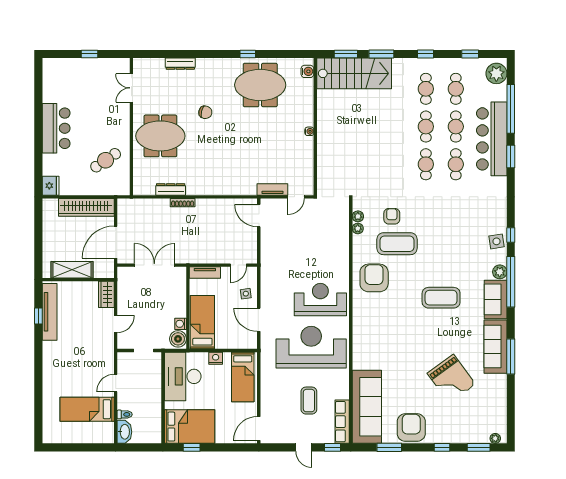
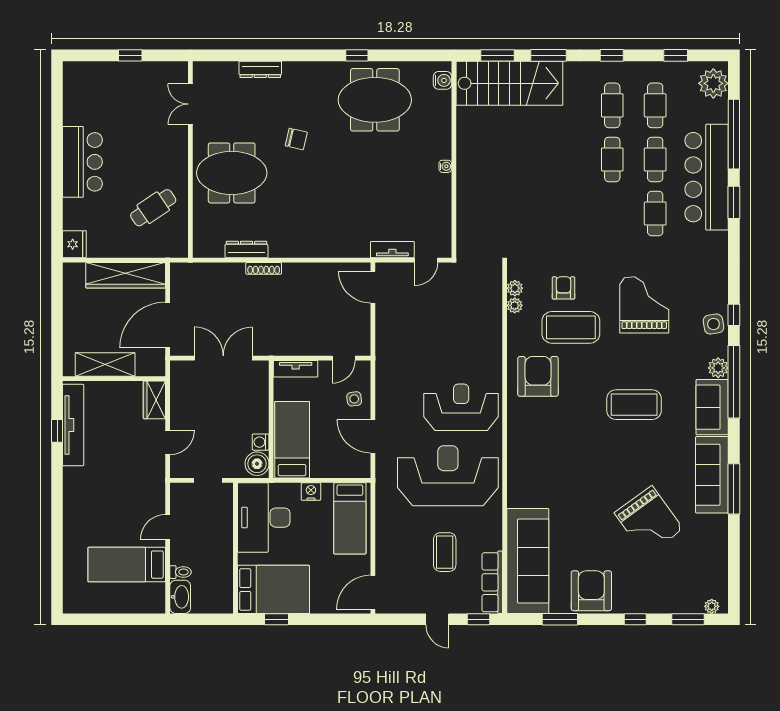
cafe table: (426, 164) -> (612, 214), removed
grand piano: (448, 228) -> (644, 305), added

